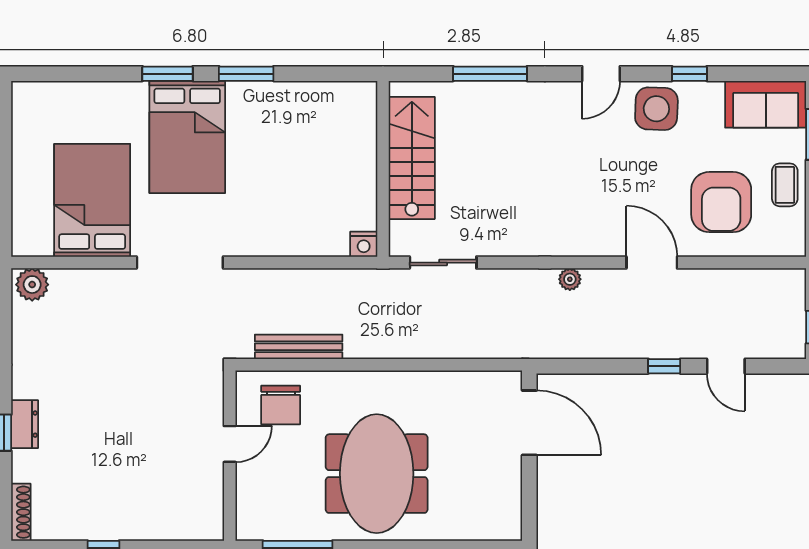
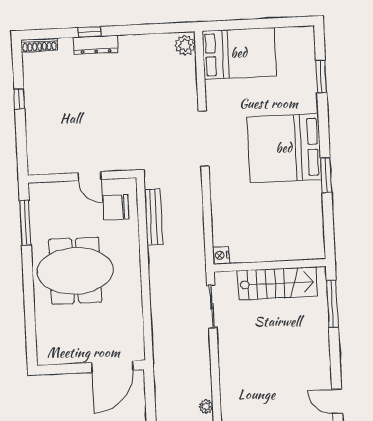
window: (168, 74) -> (321, 77), moved
window: (490, 74) -> (332, 304), moved
bed: (187, 137) -> (284, 148), width x1.36
bed: (92, 200) -> (239, 53), moved
plant: (570, 279) -> (206, 407), moved
dresser: (25, 424) -> (96, 45), width x1.44

